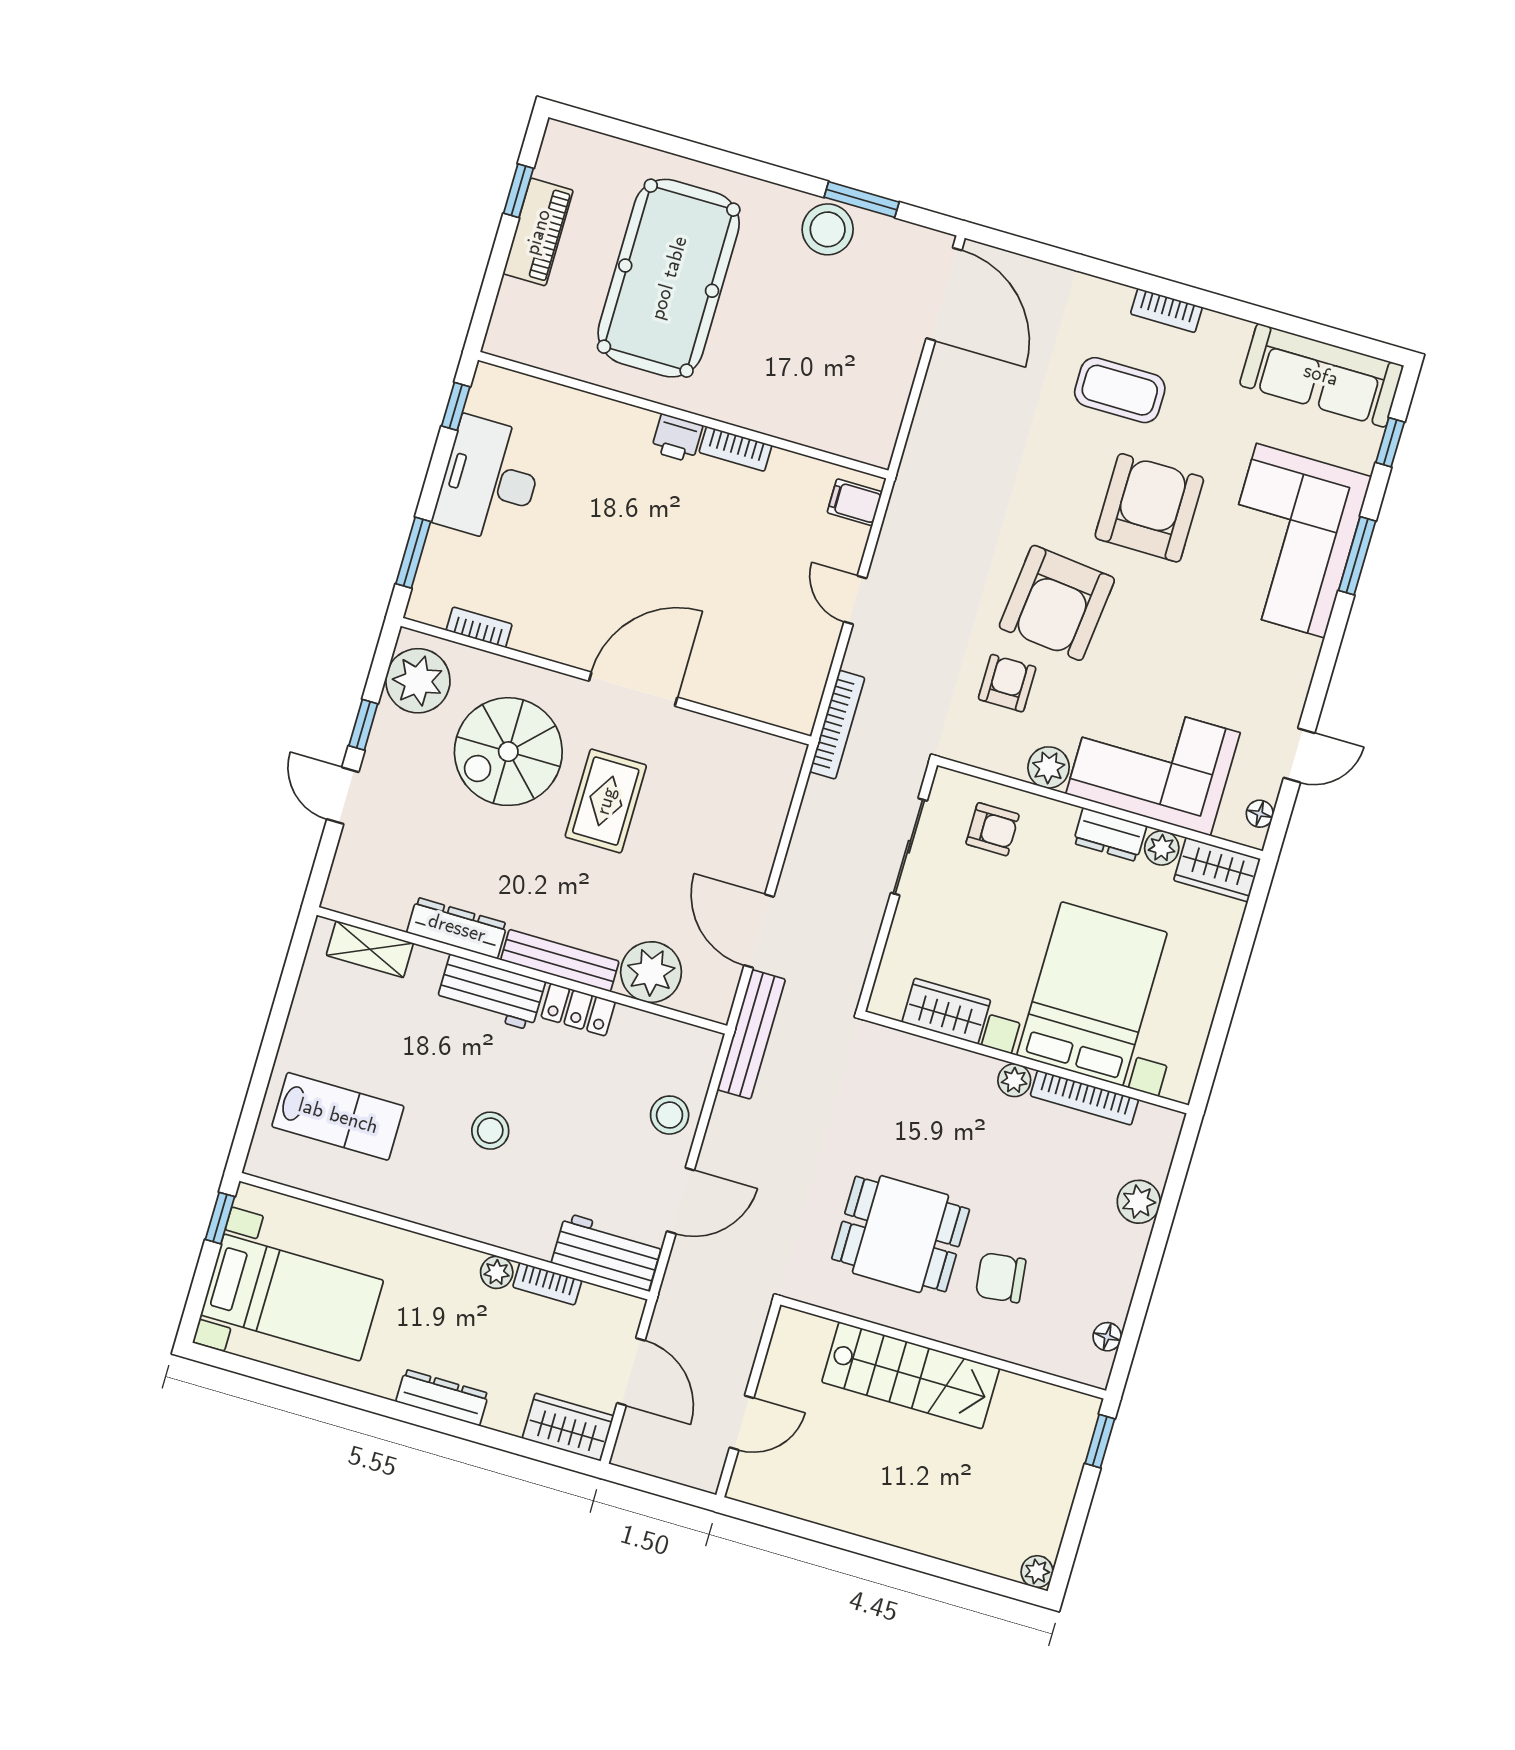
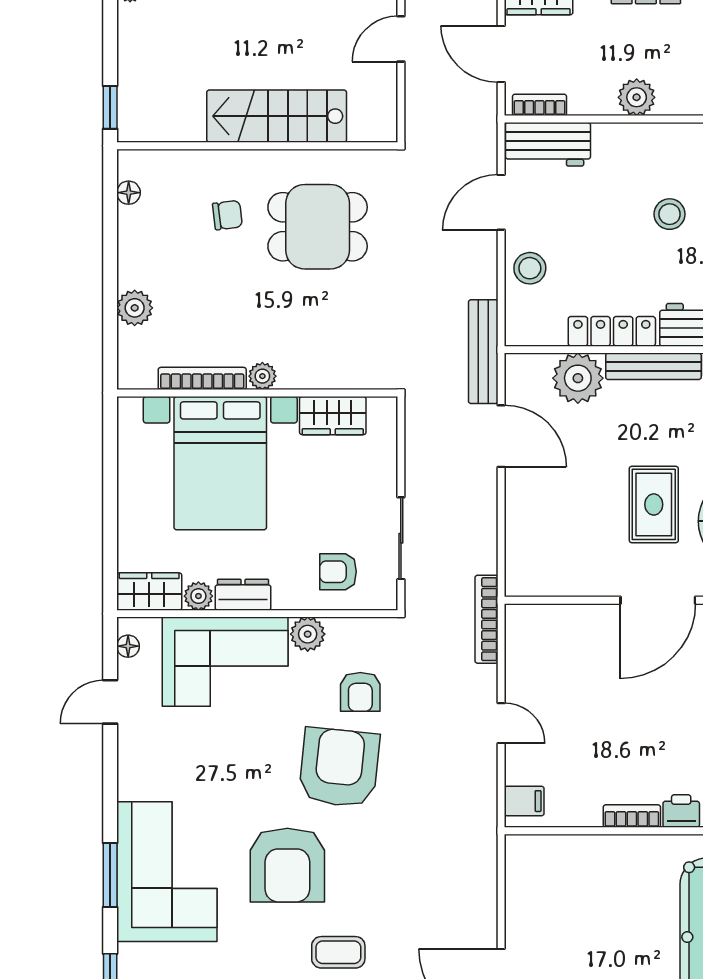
coffee table: (1120, 390) -> (338, 952), width x0.73, depth x0.77
locker: (578, 1010) -> (612, 331), width x1.53
plant: (497, 1272) -> (637, 97), width x1.38, depth x1.38
chair: (1001, 1278) -> (227, 215), width x0.73, depth x0.73
bookcase: (547, 1284) -> (540, 105), moved

